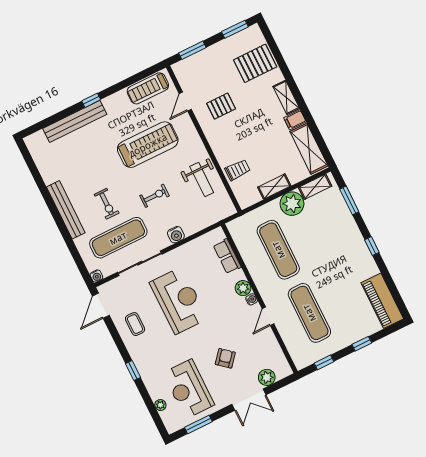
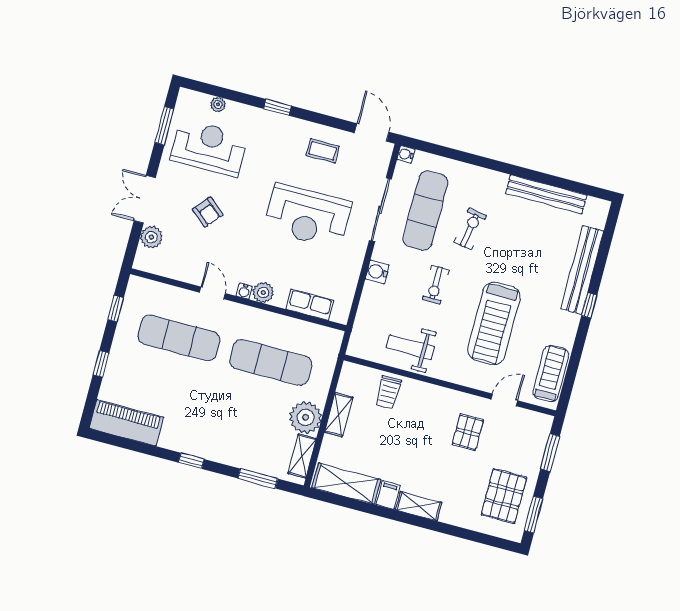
pallet: (255, 63) -> (504, 496), moved
door: (185, 101) -> (504, 400), hinge flipped
exercise bike: (107, 204) -> (470, 229), turned 99
bench: (66, 210) -> (546, 194), moved

